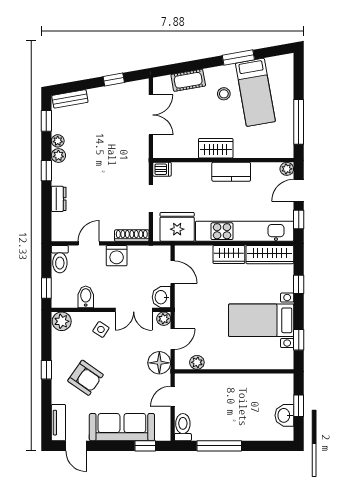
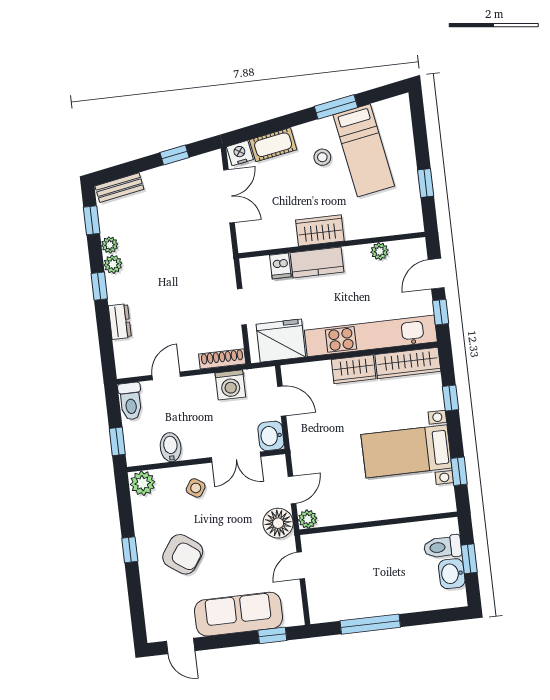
nightstand: (163, 84) -> (240, 153), added
window: (299, 122) -> (426, 183), width x0.46
dishwasher: (162, 169) -> (280, 266), moved, turned 90
plant: (287, 169) -> (380, 251), moved
kitchen counter: (231, 172) -> (317, 262), moved
washing machine: (117, 256) -> (230, 385), moved
plant: (164, 319) -> (277, 464), removed
plant: (197, 362) -> (308, 519), moved
tv unit: (58, 423) -> (154, 618), removed
toilet: (183, 427) -> (443, 547), moved, turned -90

